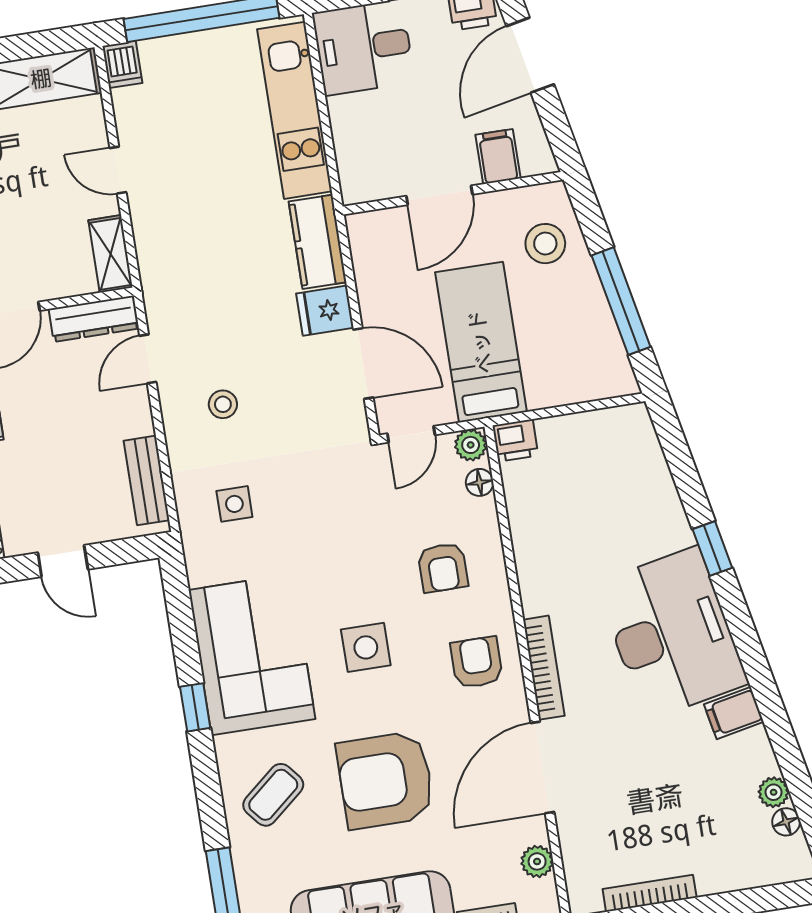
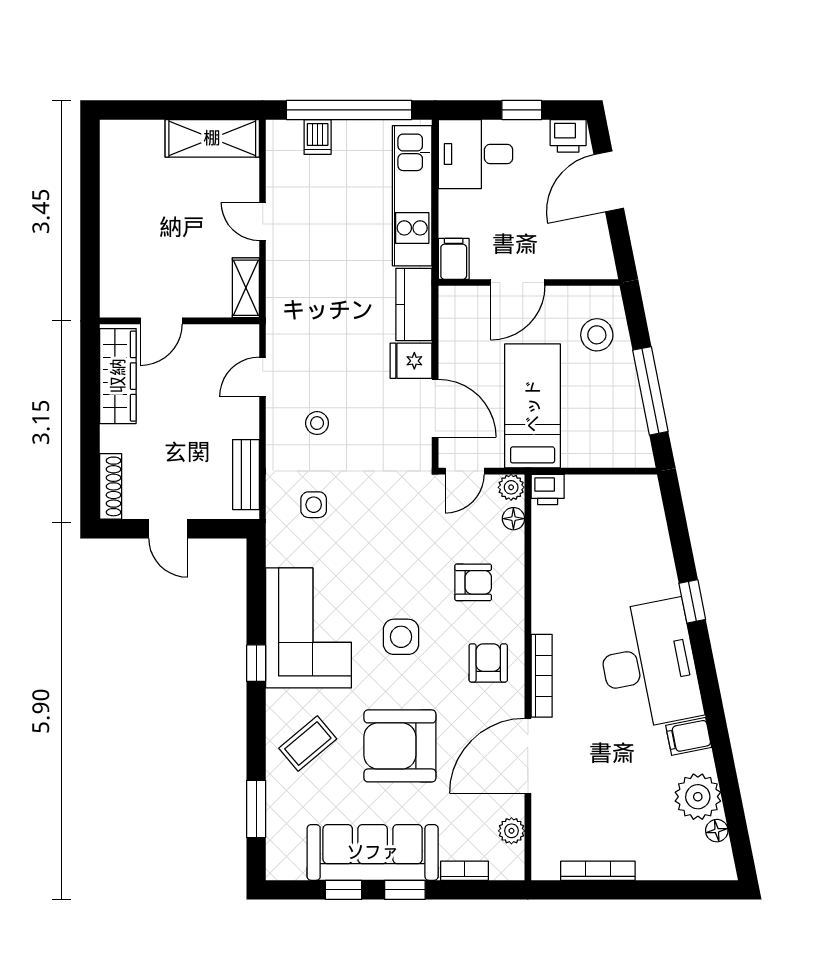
dishwasher: (123, 64) -> (318, 137), moved
filing cabinet: (498, 157) -> (454, 259), moved
dresser: (94, 319) -> (224, 338), removed
armchair: (443, 568) -> (473, 582), turned -90
plant: (774, 792) -> (698, 797), width x1.88, depth x1.88

